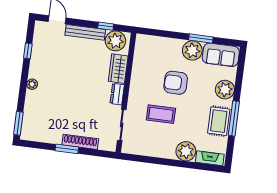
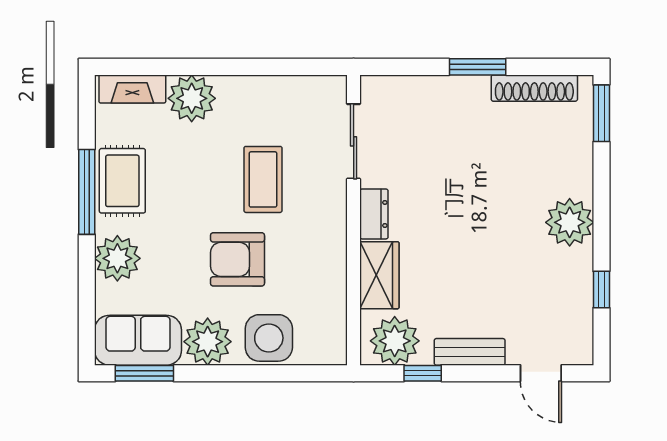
bench: (85, 32) -> (470, 352), width x0.73
window: (201, 38) -> (144, 373), moved
side table: (167, 49) -> (269, 338), added
armchair: (176, 83) -> (237, 259), turned 180
plant: (32, 84) -> (570, 222), width x1.88, depth x1.88
coffee table: (161, 114) -> (263, 179), turned 90
shoe rack: (80, 142) -> (534, 88), moved

